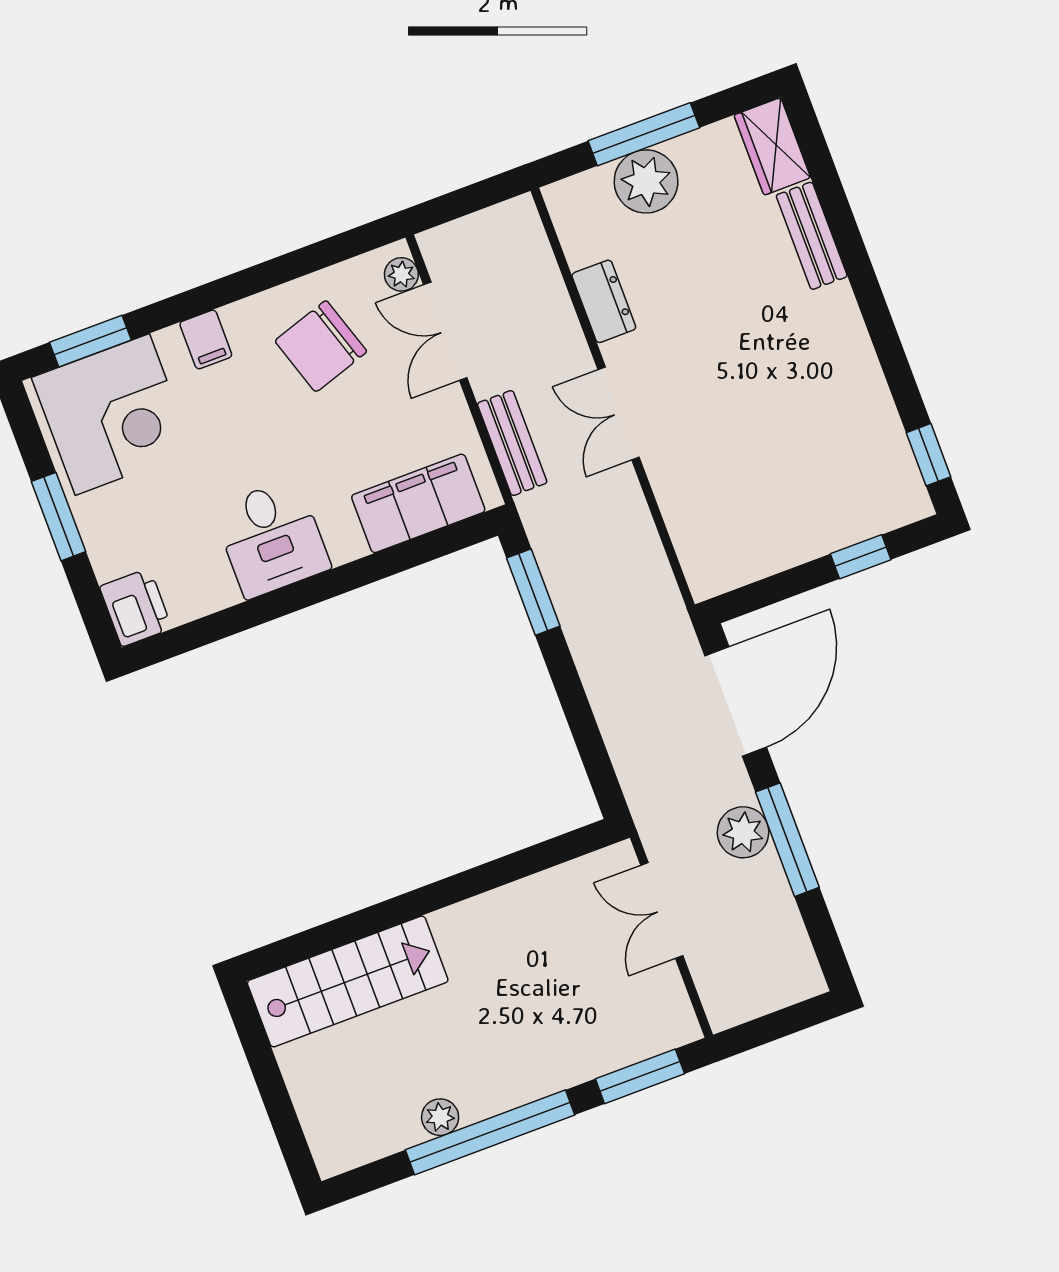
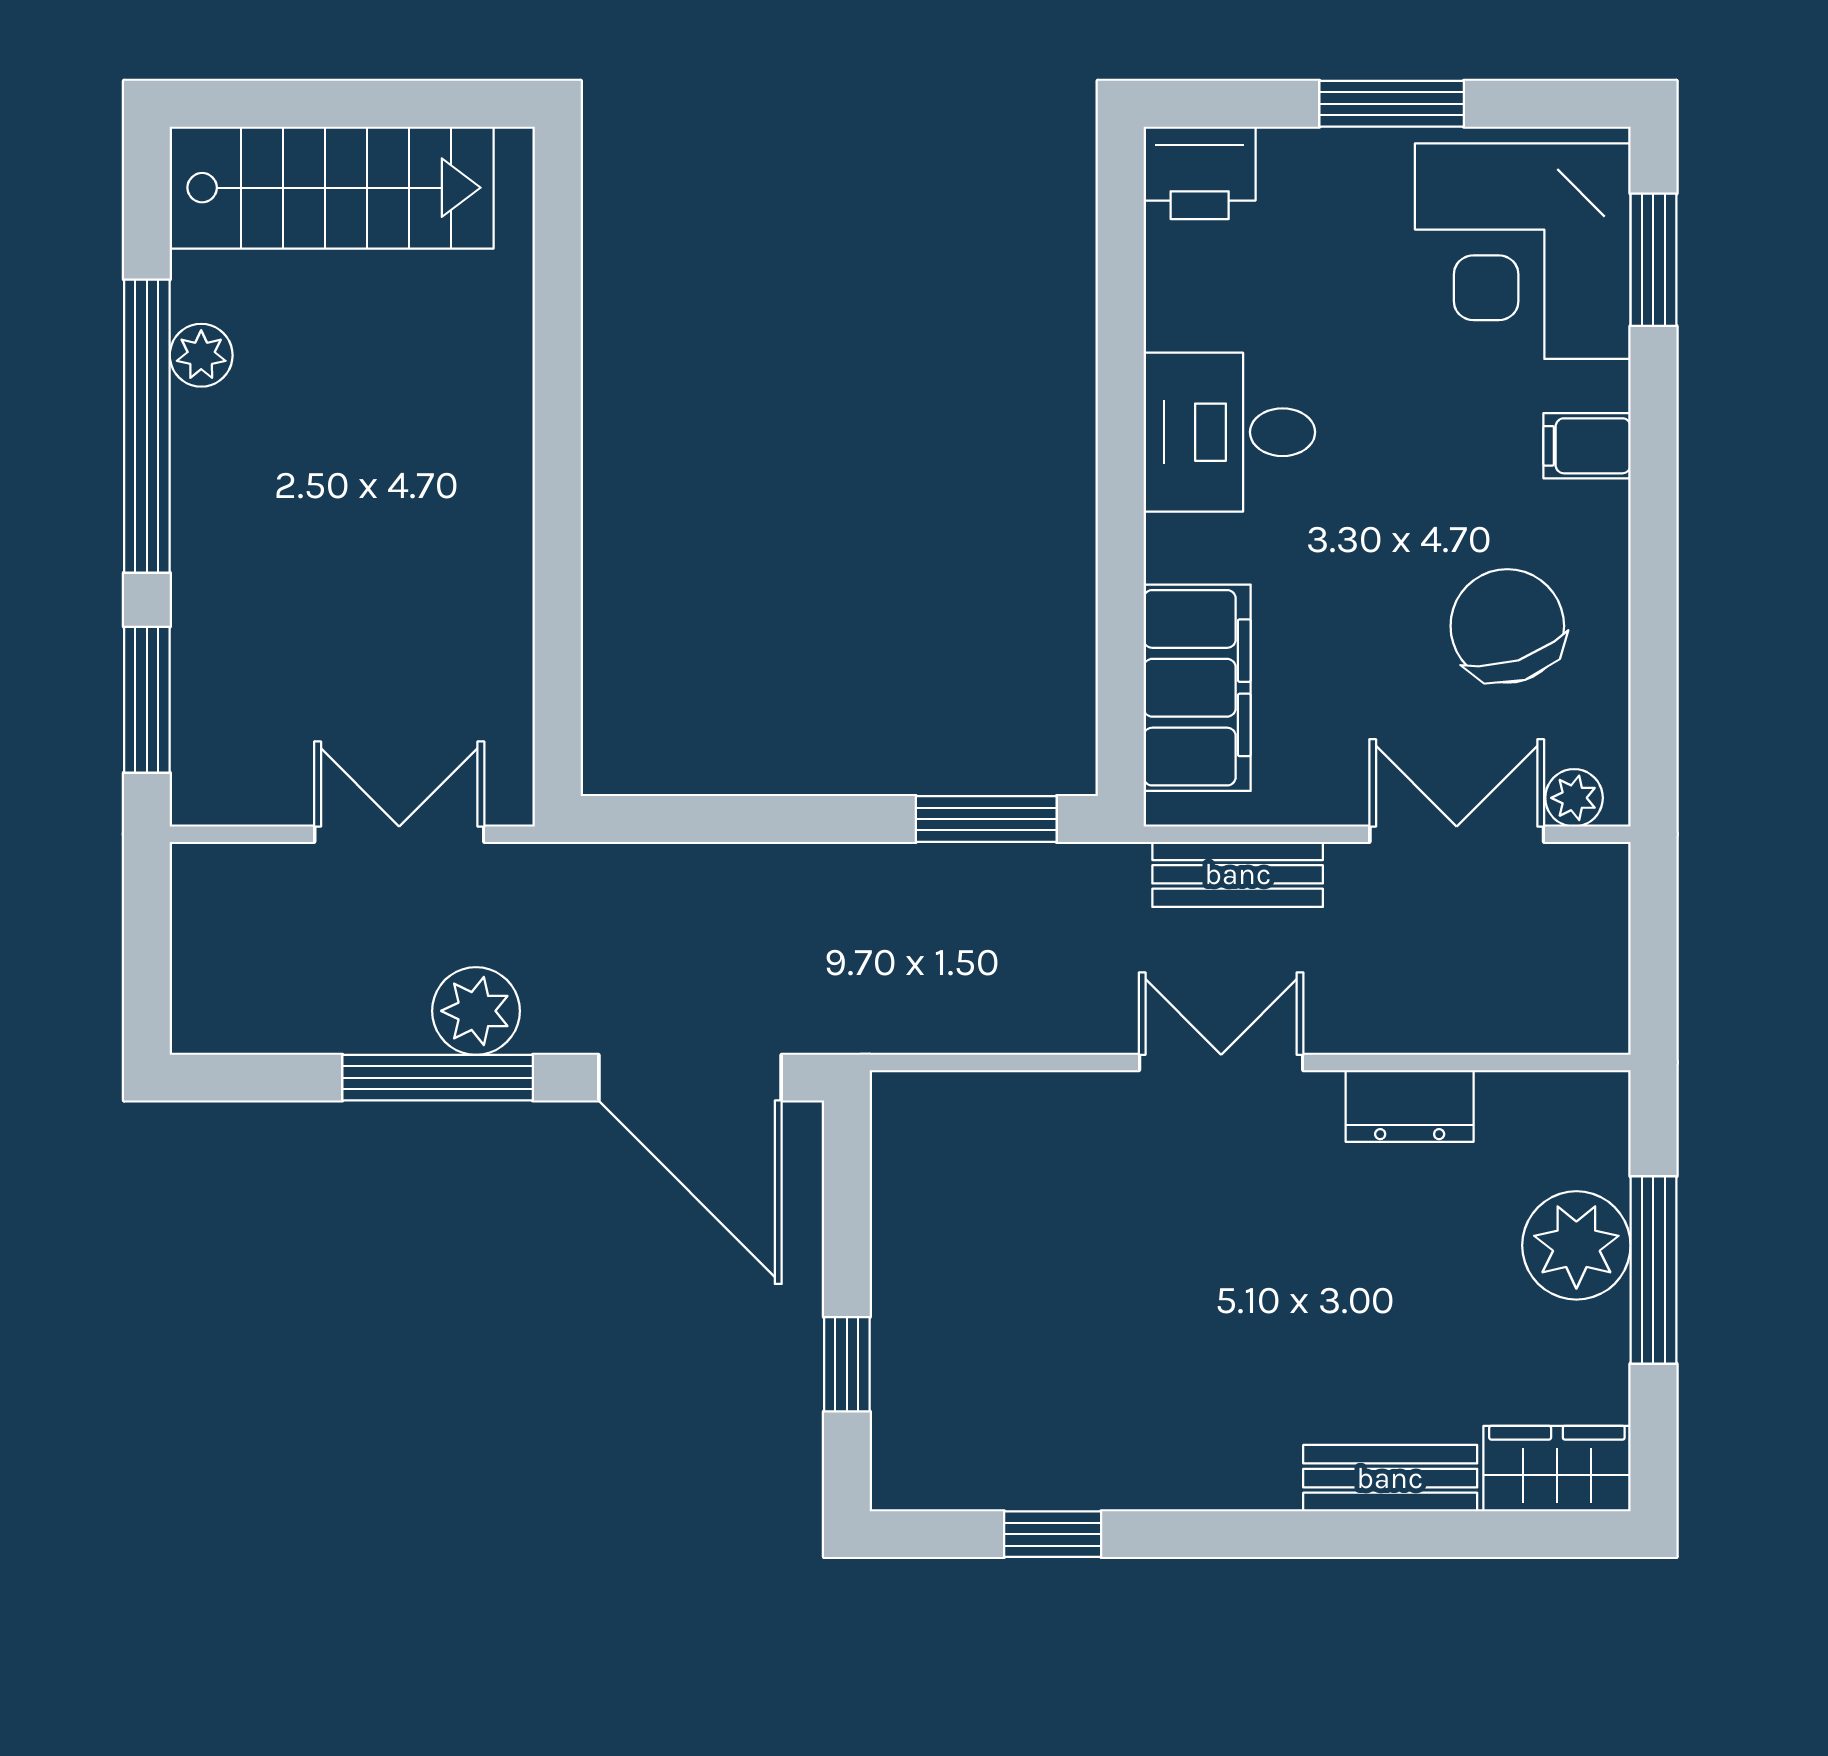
window: (929, 455) -> (1053, 1534), moved
stairs: (348, 981) -> (332, 188), moved, turned -90

